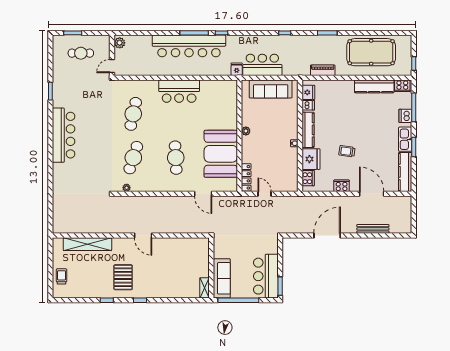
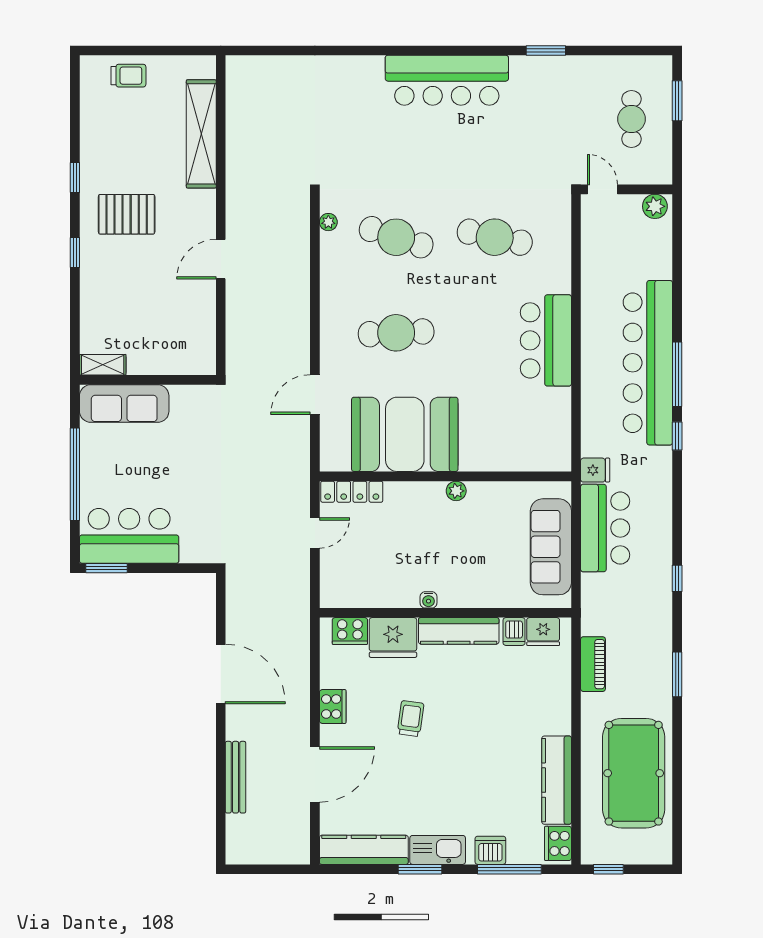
wall: (211, 268) -> (148, 380), moved
sofa: (222, 278) -> (124, 404), moved
shelving: (204, 288) -> (103, 365), moved

